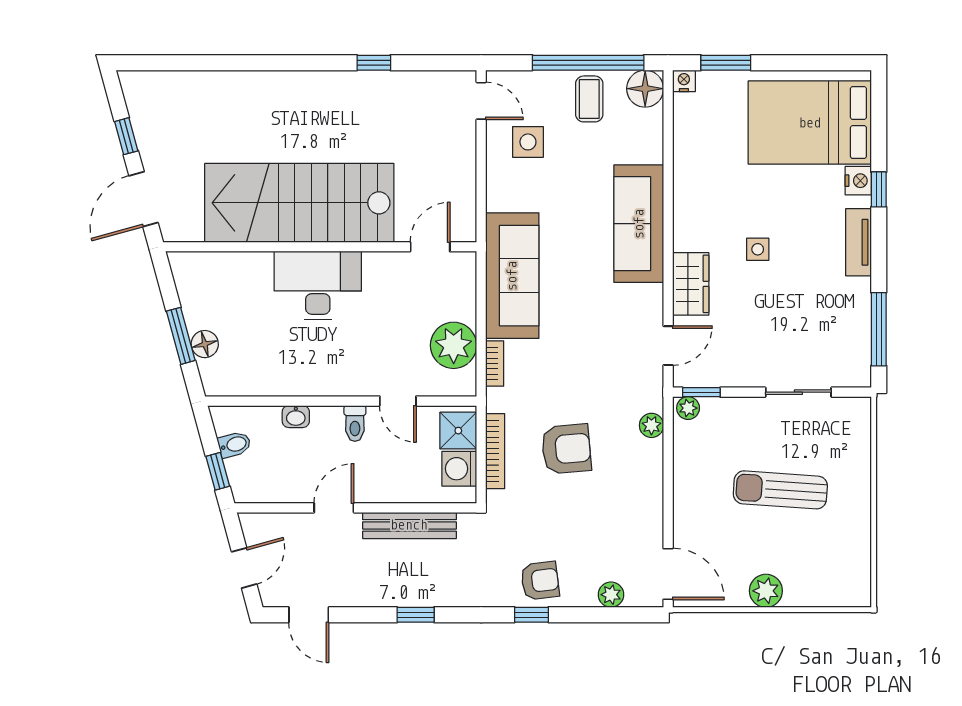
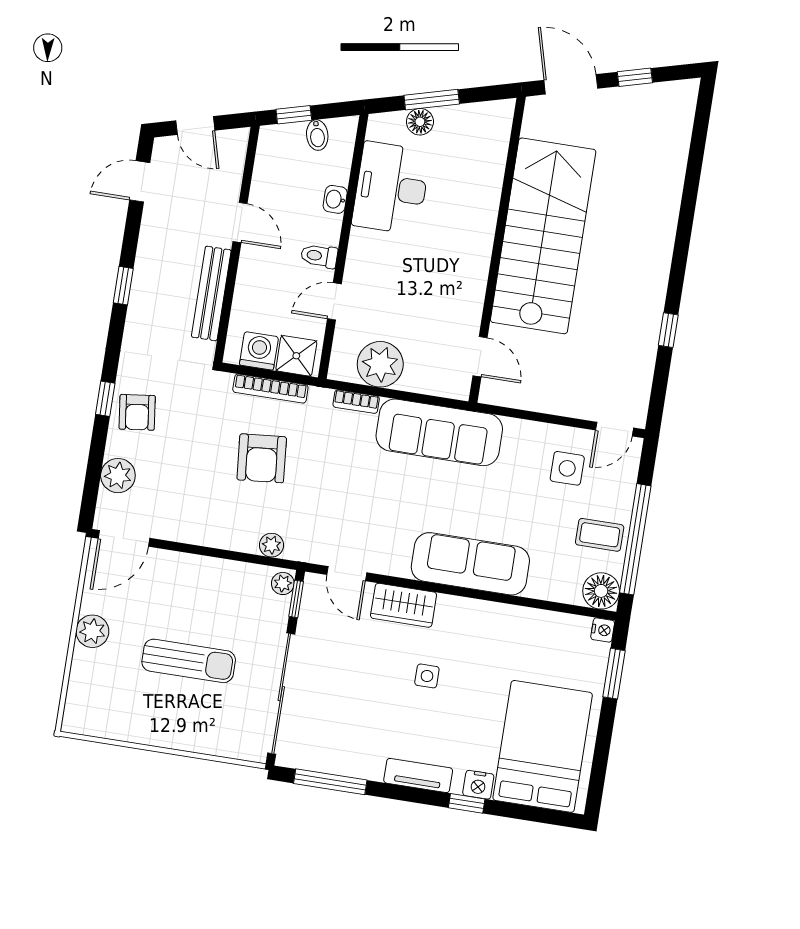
desk: (318, 285) -> (391, 188), moved, turned 180
sliding door: (798, 392) -> (281, 694), width x1.86
sun lounger: (780, 490) -> (189, 661), turned 86
plant: (611, 595) -> (118, 476), width x1.38, depth x1.38

